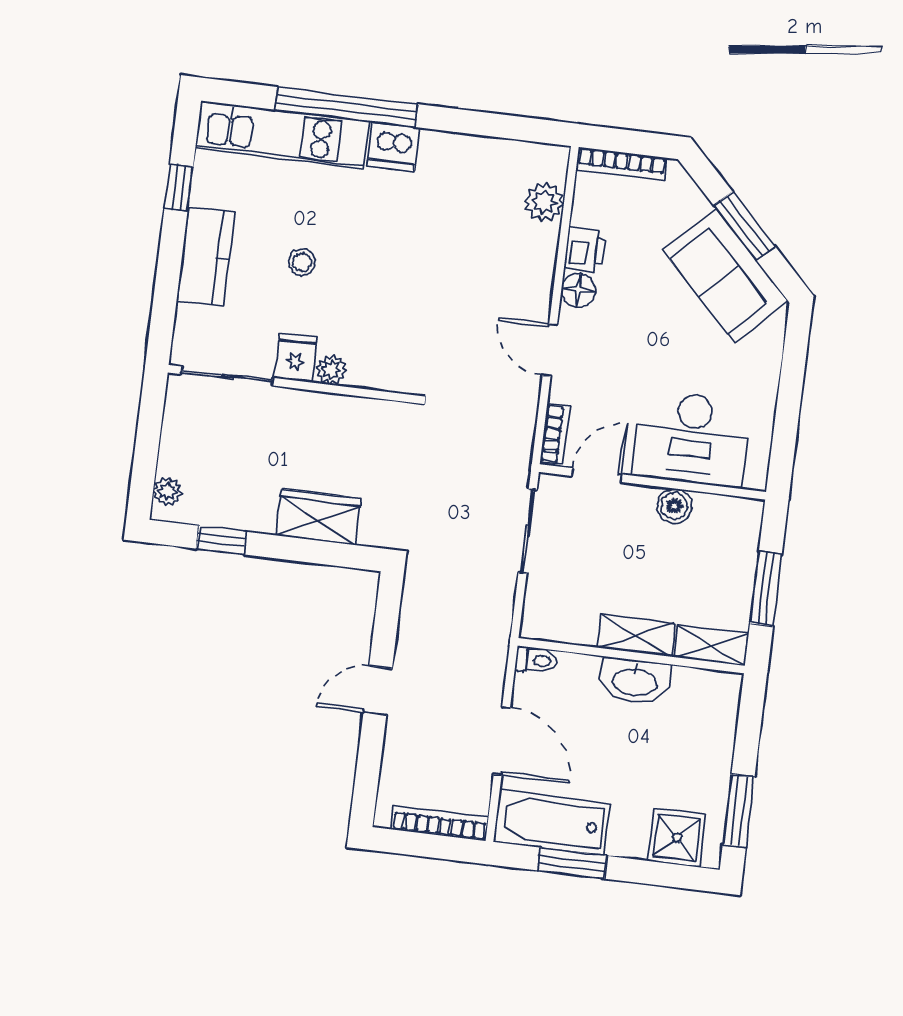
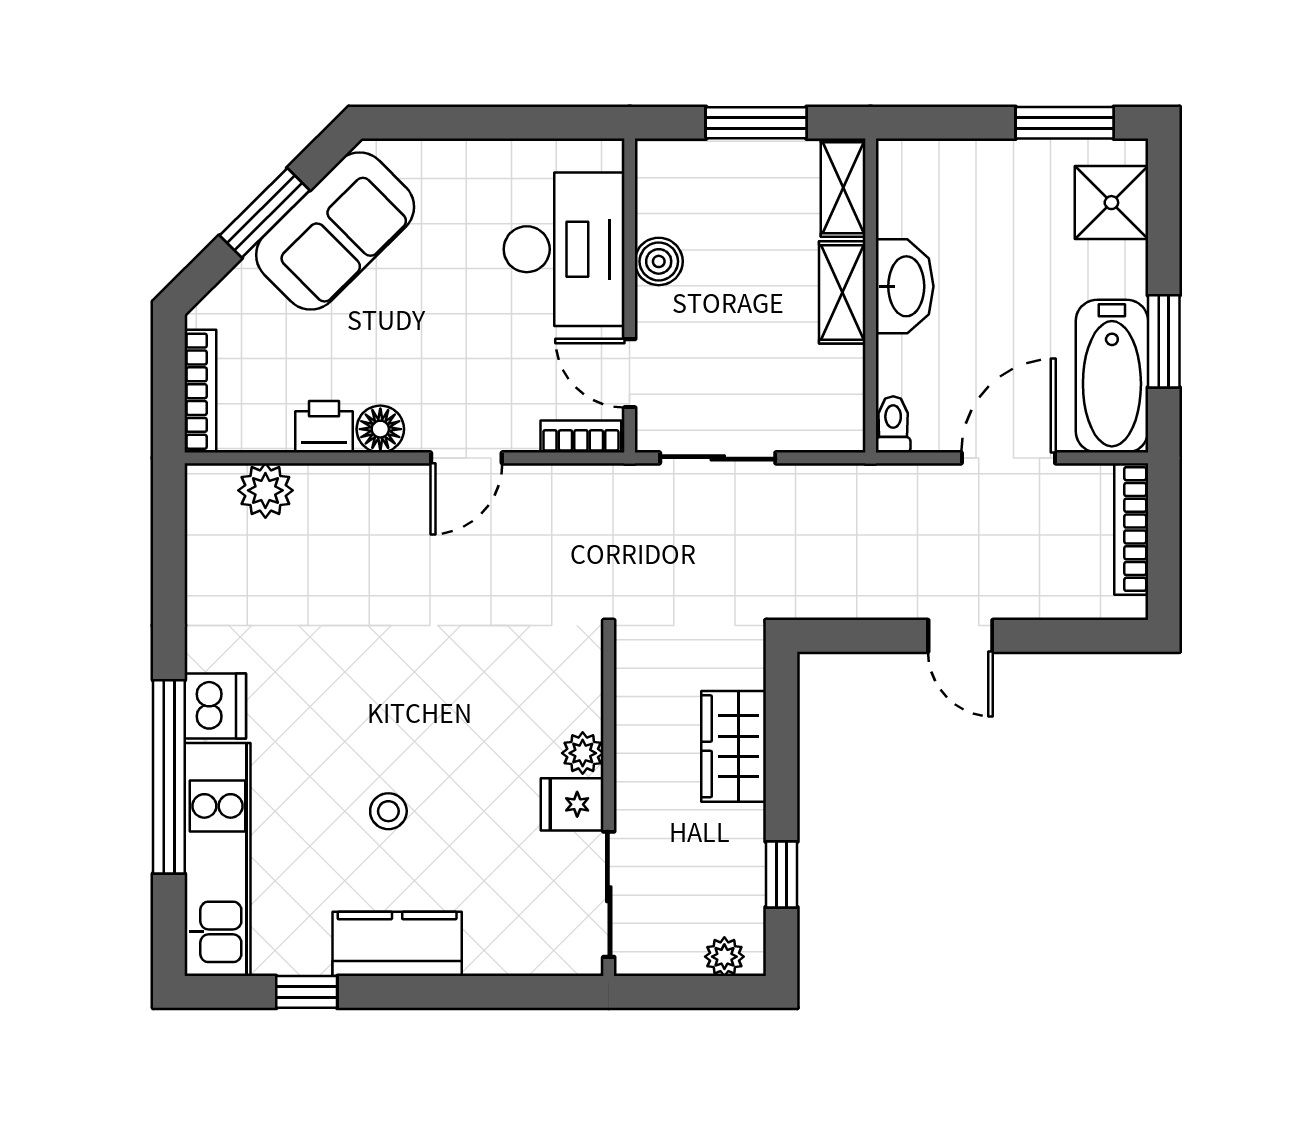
fridge: (295, 358) -> (572, 804), moved
plant: (331, 370) -> (583, 753), moved
sliding door: (227, 376) -> (609, 894), moved
wall: (293, 384) -> (609, 803), moved

